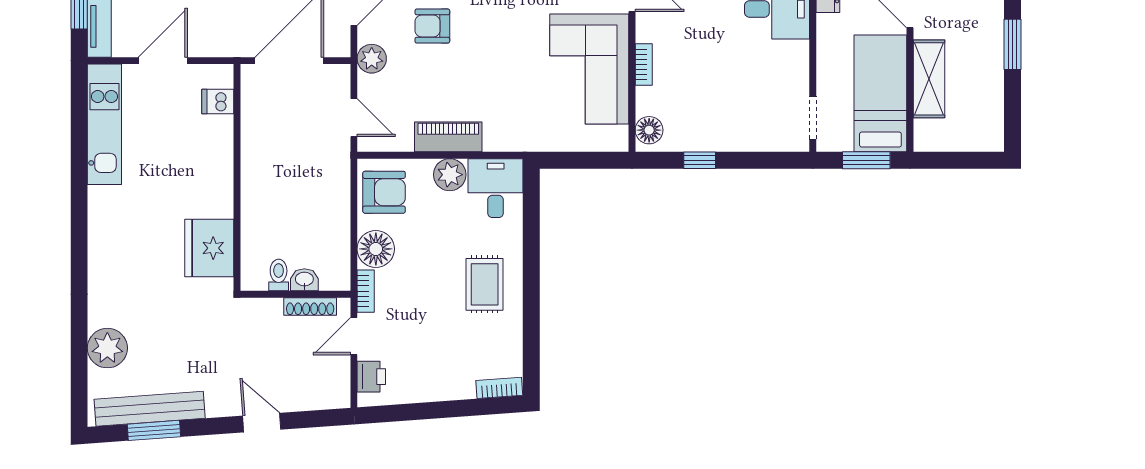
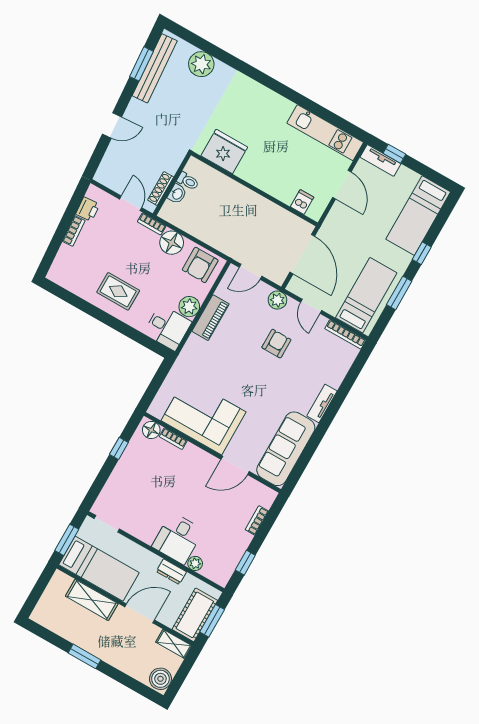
bookcase: (644, 65) -> (173, 439), moved
printer: (371, 377) -> (88, 209), moved, turned -94
bookcase: (499, 388) -> (74, 231), moved

